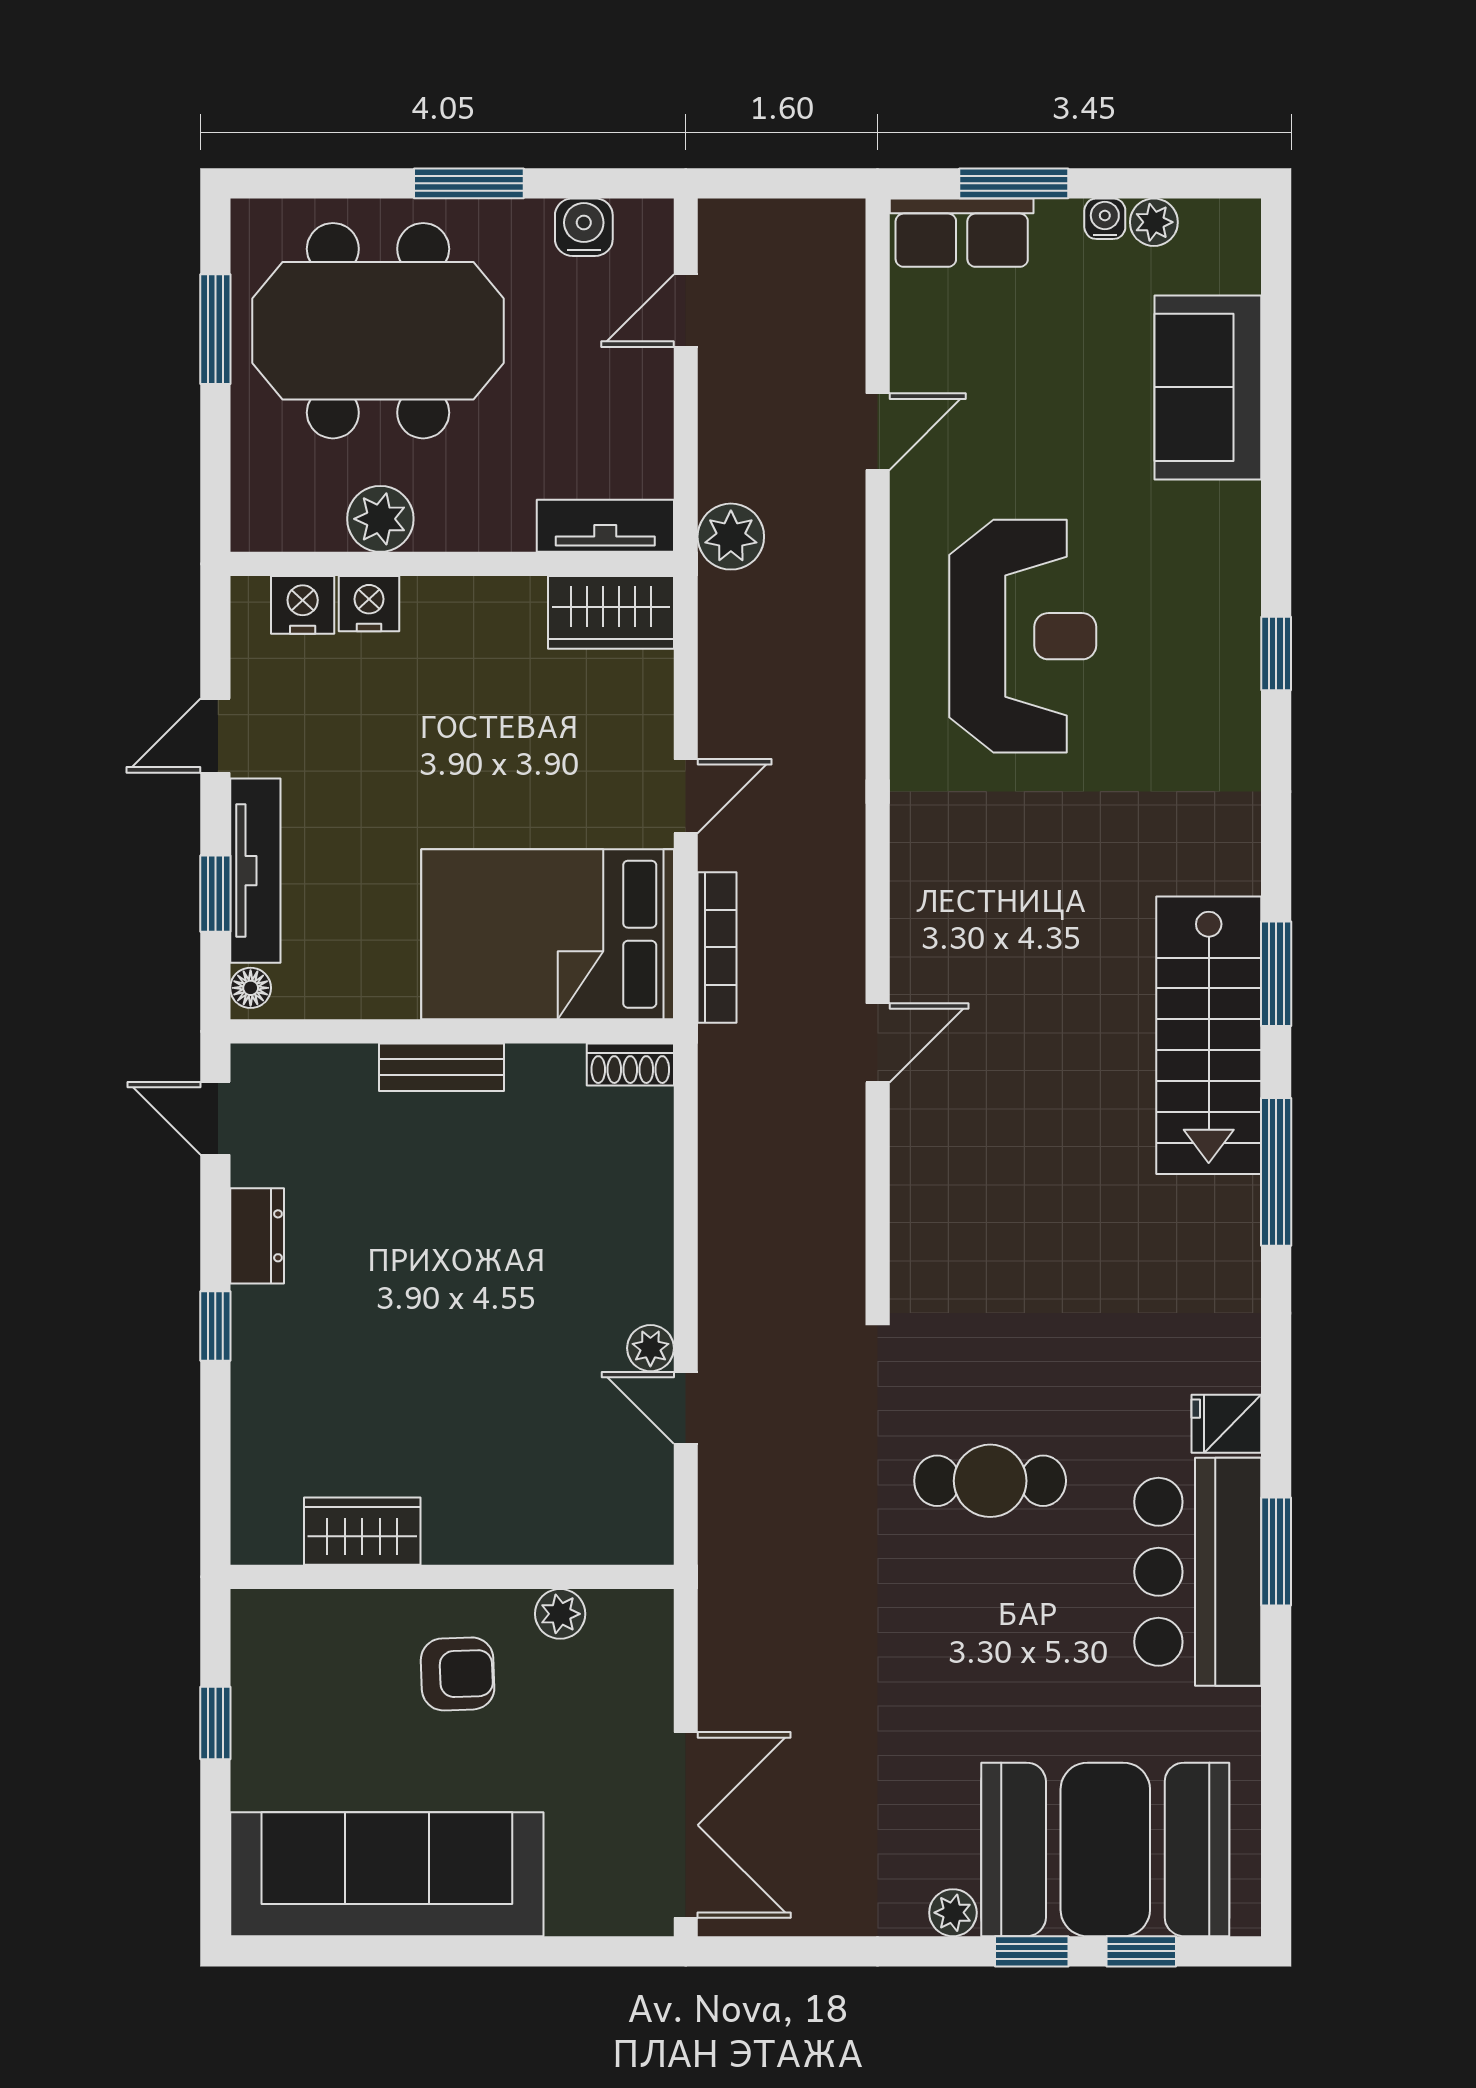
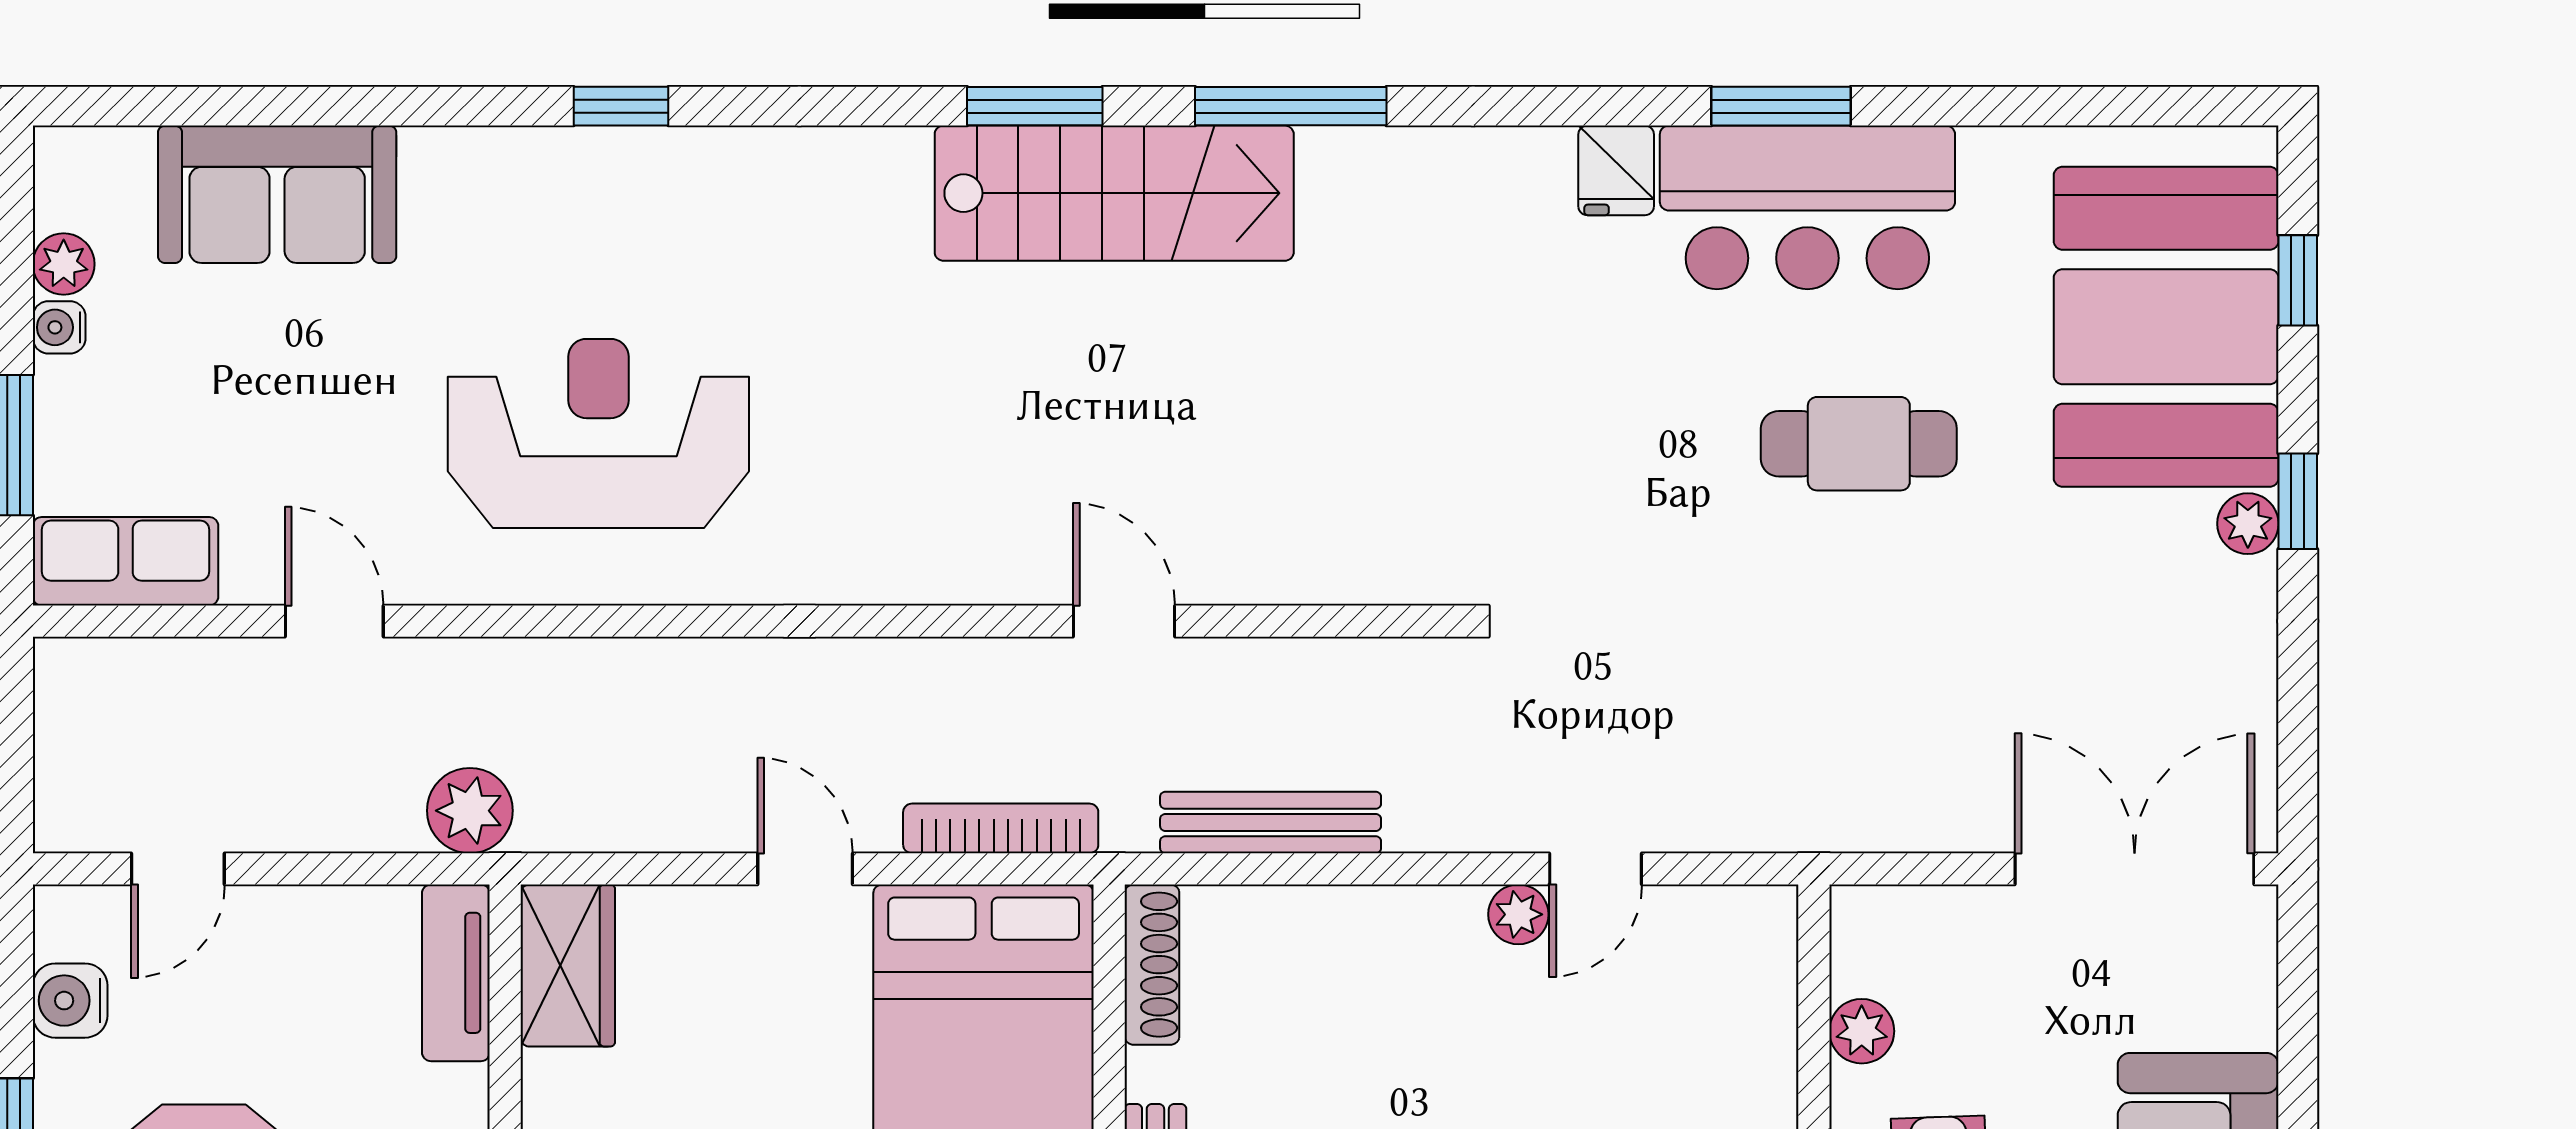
row of seats: (962, 233) -> (125, 561), moved, turned -90
door: (686, 311) -> (178, 869), hinge flipped
shoe rack: (630, 1065) -> (1152, 965), width x1.43
bench: (722, 1156) -> (1271, 822), added
cafe table: (990, 1481) -> (1859, 444), moved, turned 90
window: (1032, 1951) -> (2298, 501), moved

